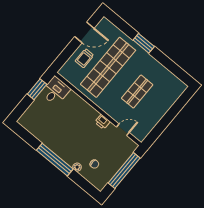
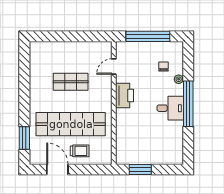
window: (144, 43) -> (24, 138), moved
desk: (55, 91) -> (170, 108), moved, turned 180
printer: (102, 122) -> (124, 96), width x1.87, depth x1.48
door: (123, 130) -> (114, 67), hinge flipped

